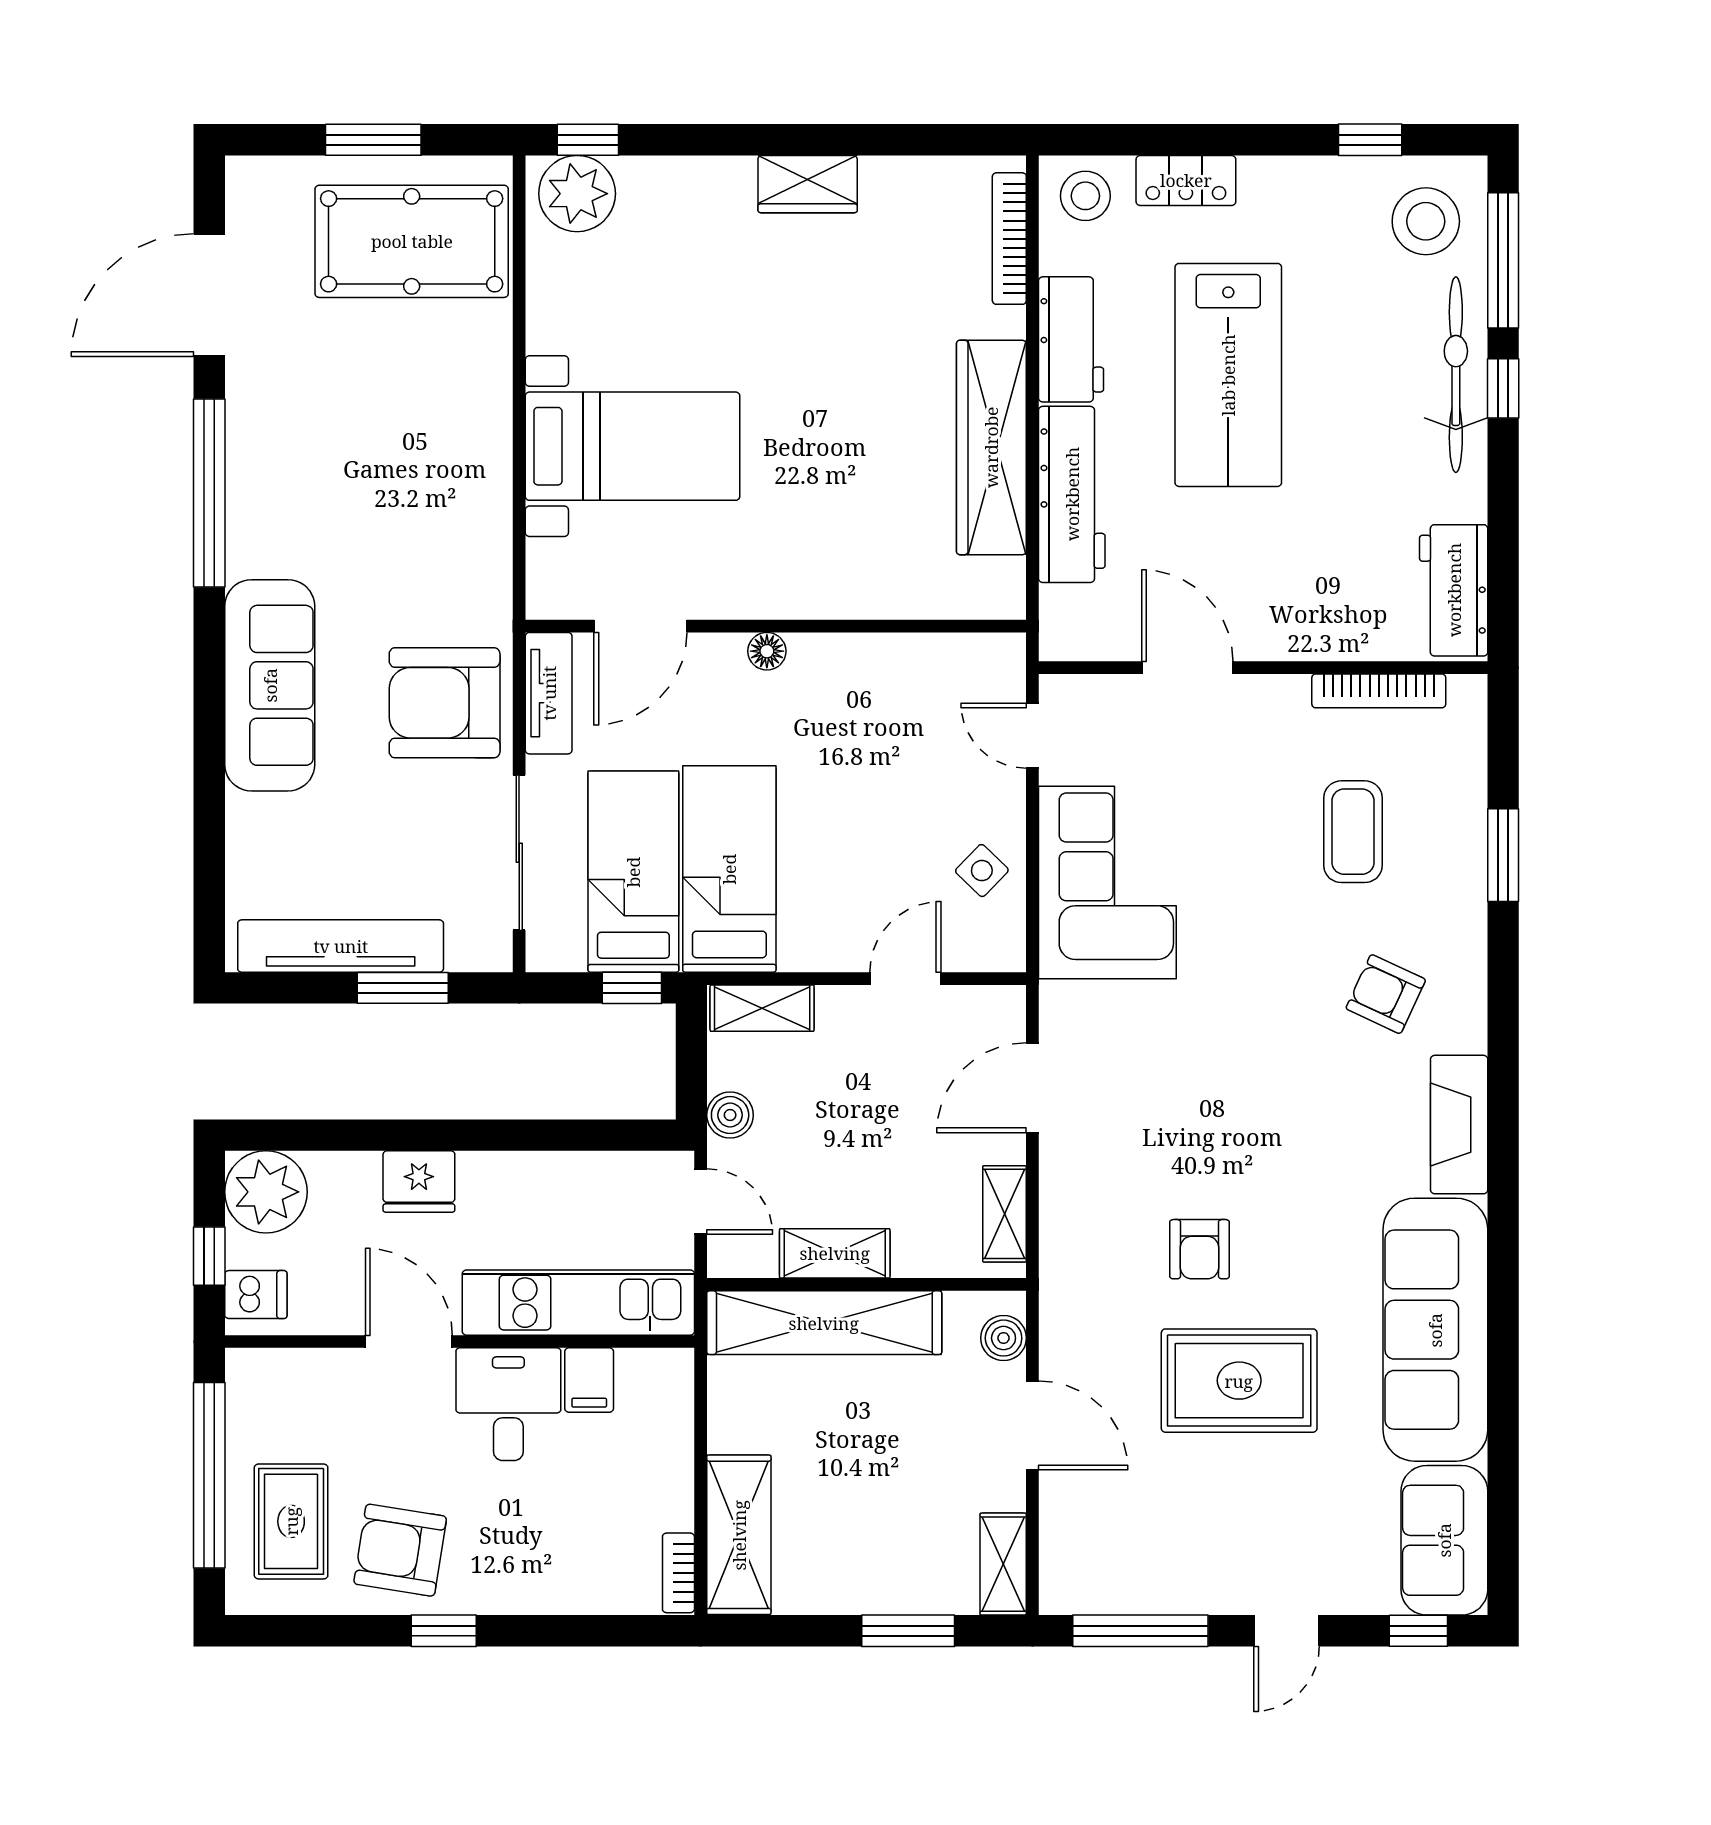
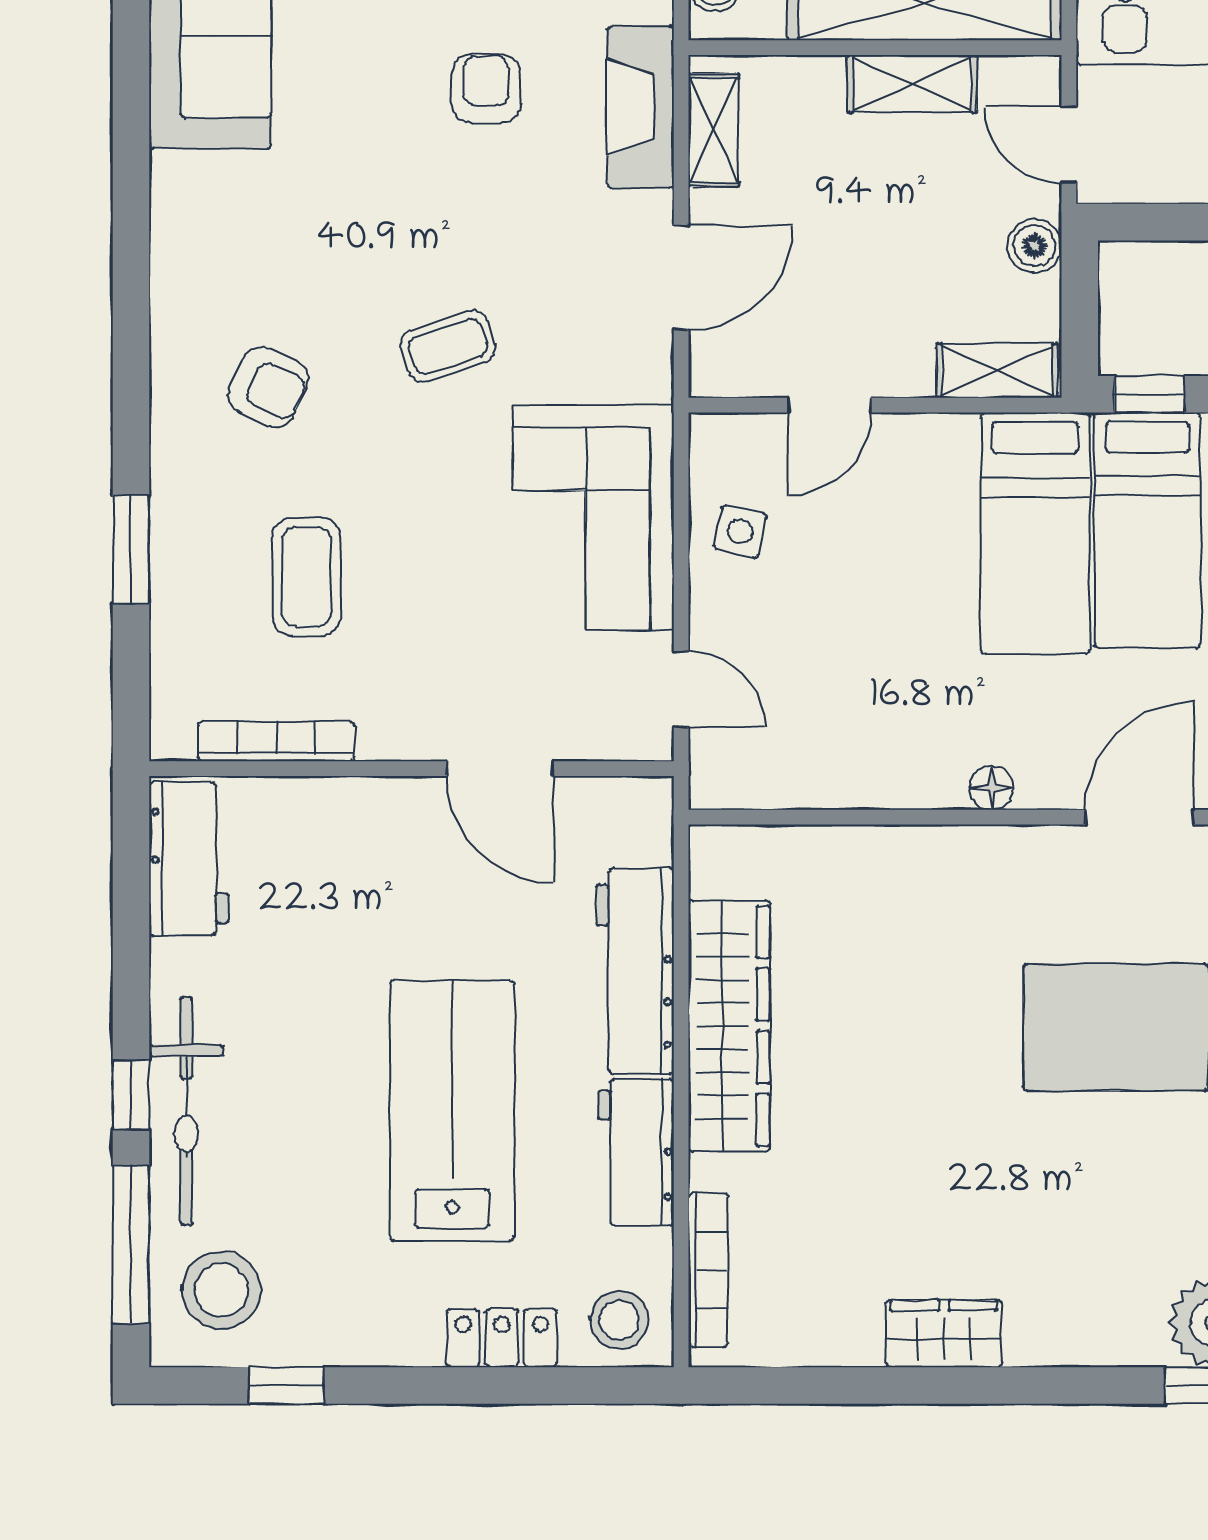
side table: (982, 871) -> (740, 531), turned -32
coffee table: (1232, 1029) -> (448, 346), added
fireplace: (1459, 1125) -> (640, 107), moved, turned 180

